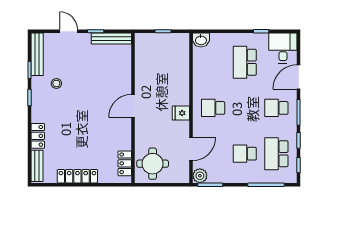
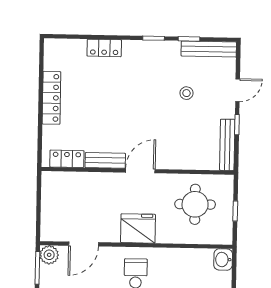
stool: (56, 84) -> (186, 93), moved
door: (133, 106) -> (140, 171), hinge flipped
fridge: (181, 113) -> (138, 228), width x1.88, depth x1.34
door: (191, 149) -> (84, 244), hinge flipped
round table: (153, 164) -> (195, 204), moved
bench: (37, 166) -> (105, 160), moved

